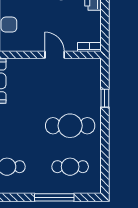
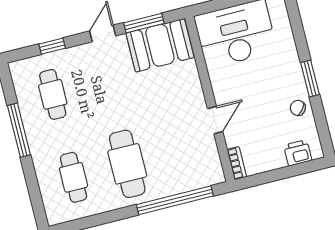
window: (105, 98) -> (175, 200), width x3.17
window: (54, 197) -> (19, 130), moved

